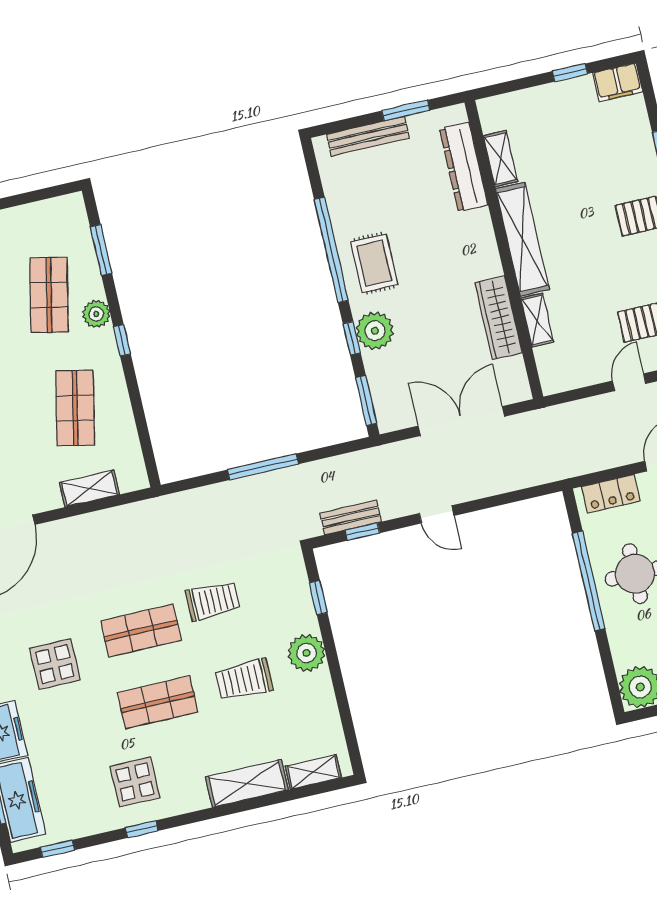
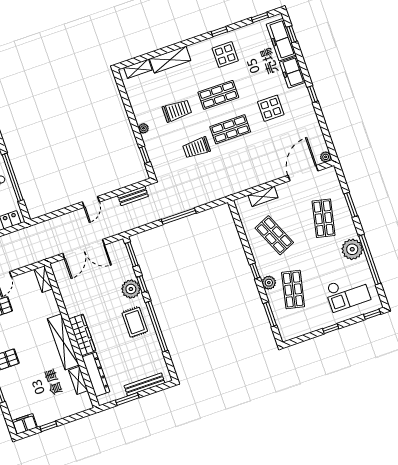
wardrobe: (498, 318) -> (82, 335), moved
shelving: (537, 320) -> (43, 279), moved
shop shelf: (75, 408) -> (274, 235), turned -36
door: (437, 514) -> (91, 202), swing flipped
window: (362, 532) -> (126, 190), removed
plant: (306, 653) -> (144, 128), width x0.53, depth x0.53

